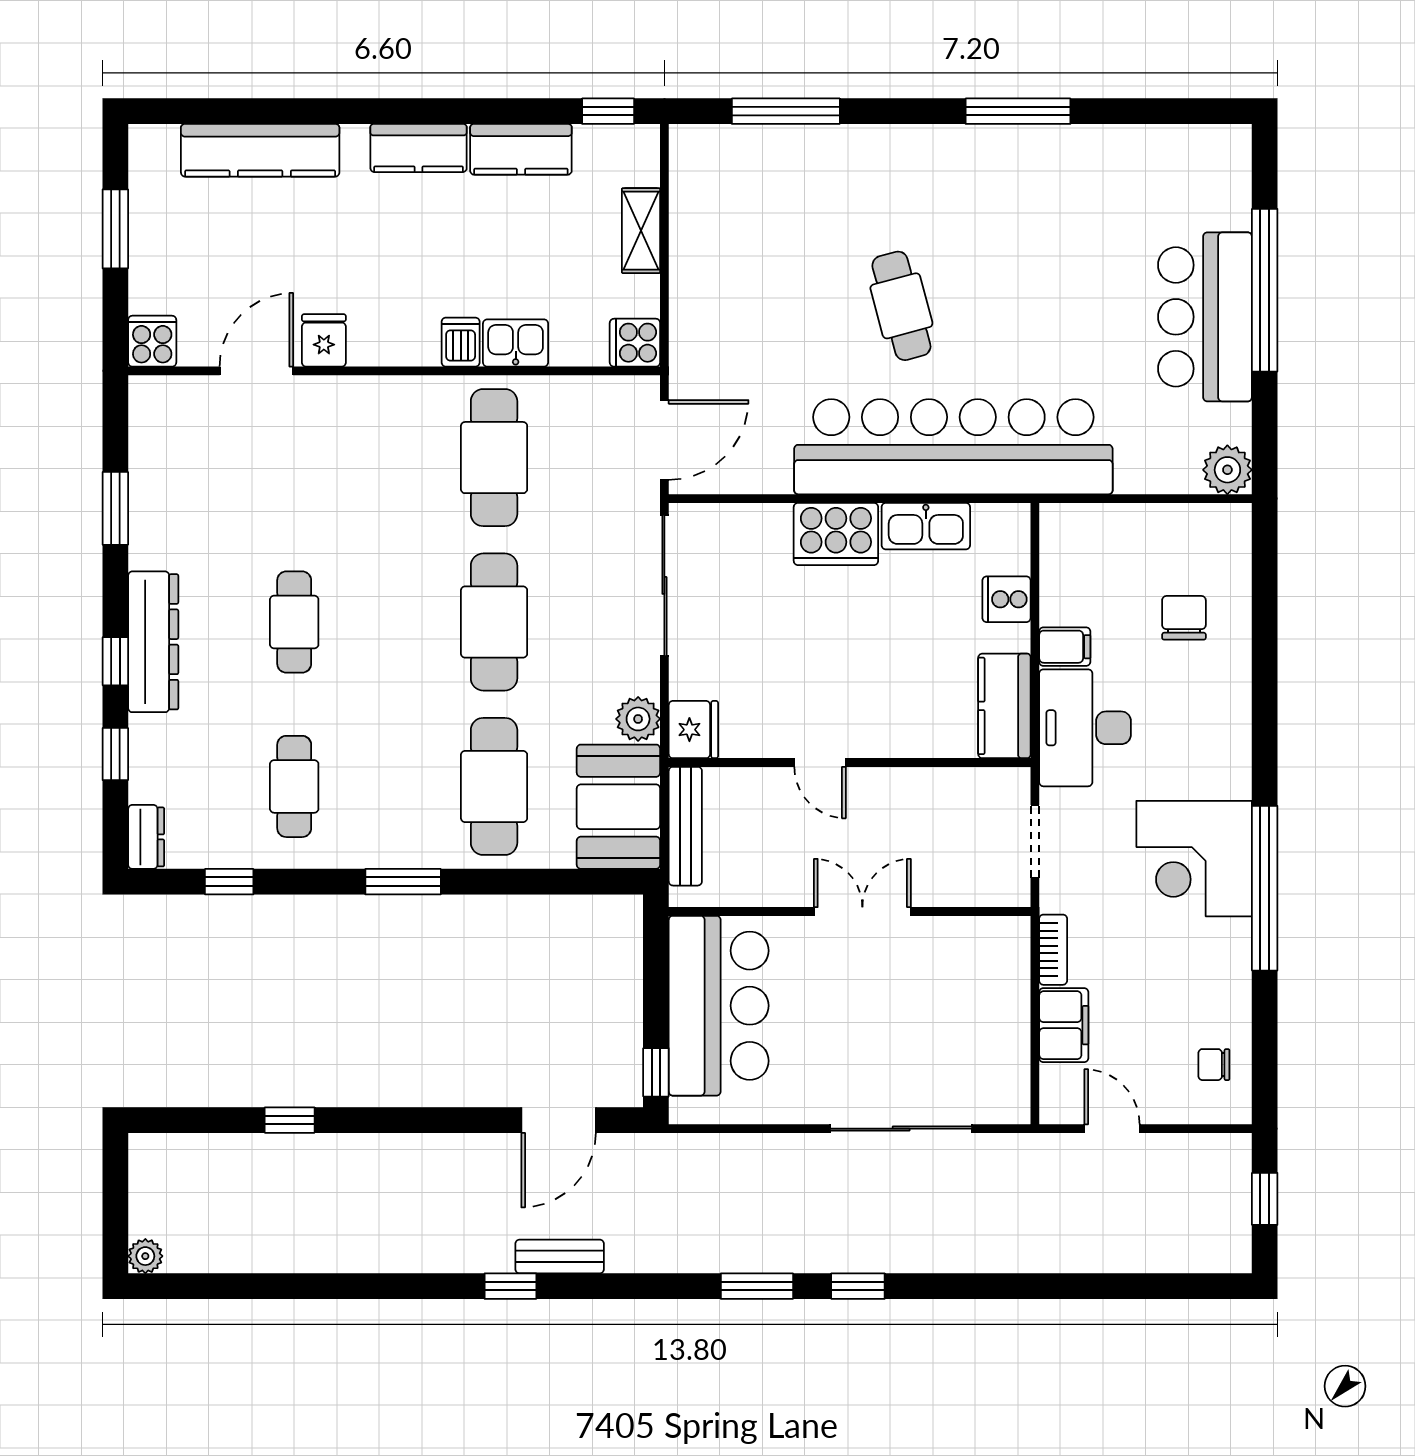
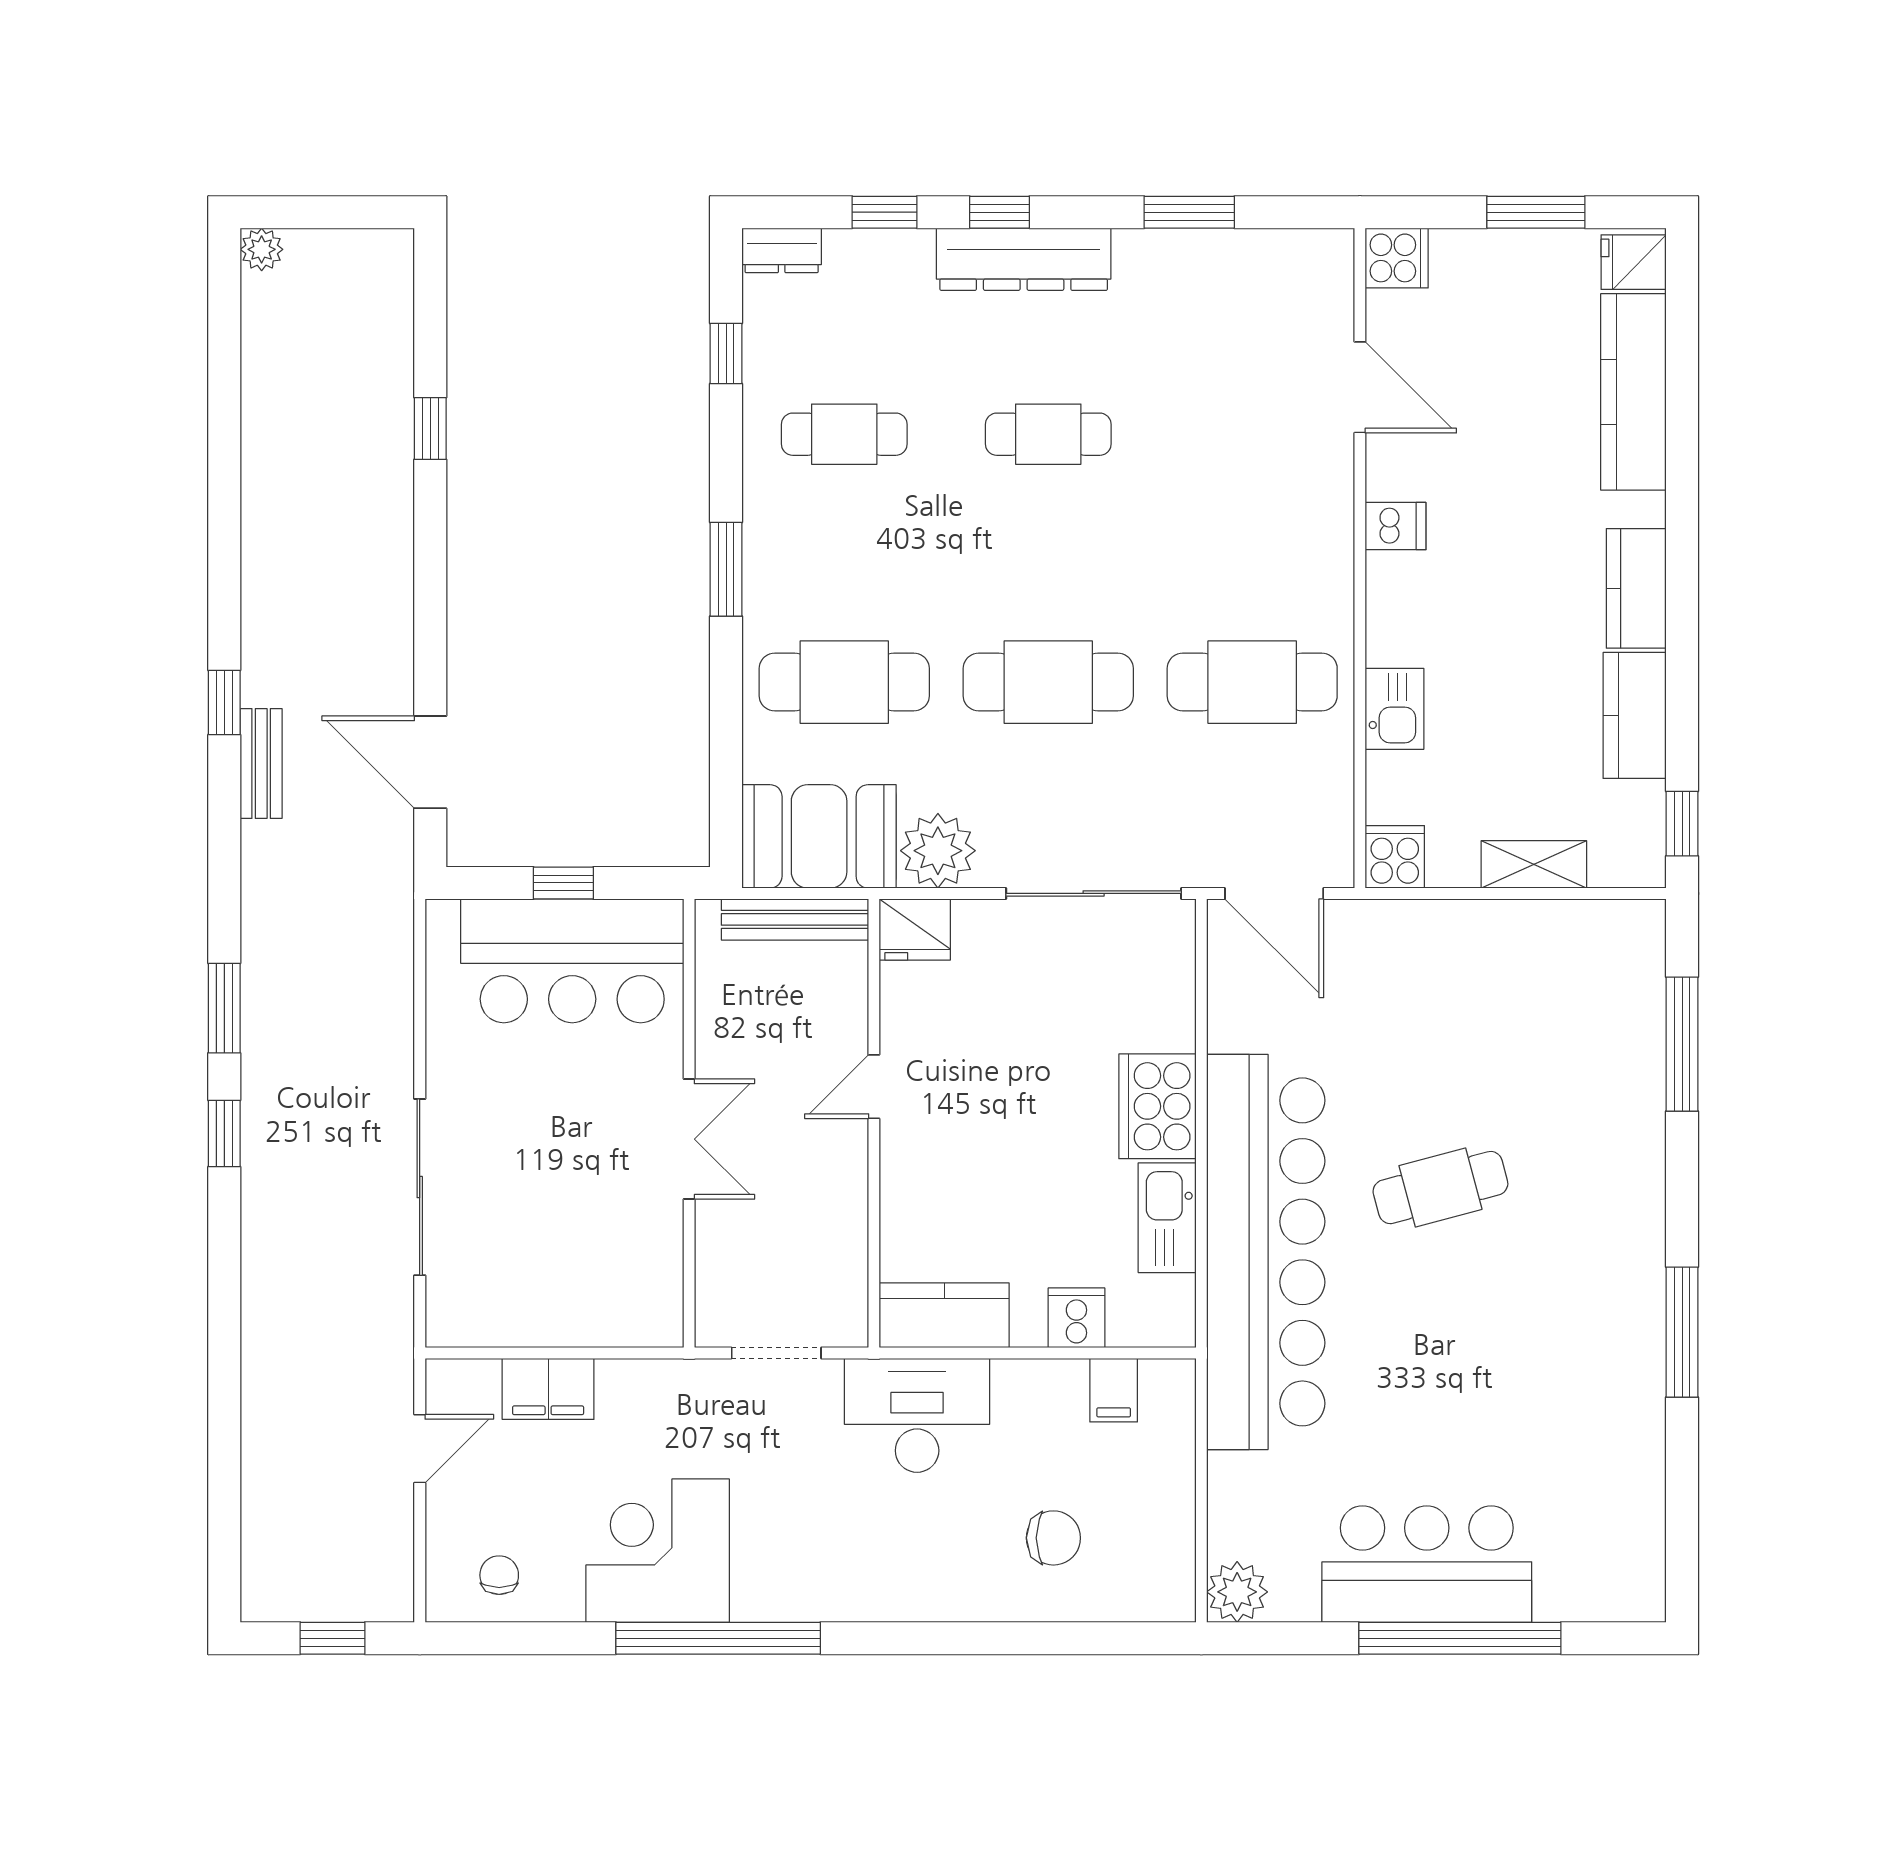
fridge: (324, 340) -> (1634, 262), moved, turned 180
dishwasher: (461, 342) -> (1396, 526), moved
filing cabinet: (1065, 647) -> (1114, 1390), moved
plant: (638, 719) -> (938, 851), width x1.36, depth x1.36
corner desk: (1194, 859) -> (658, 1551), moved
bookcase: (1053, 950) -> (642, 1376), removed
window: (656, 1072) -> (563, 883), moved

